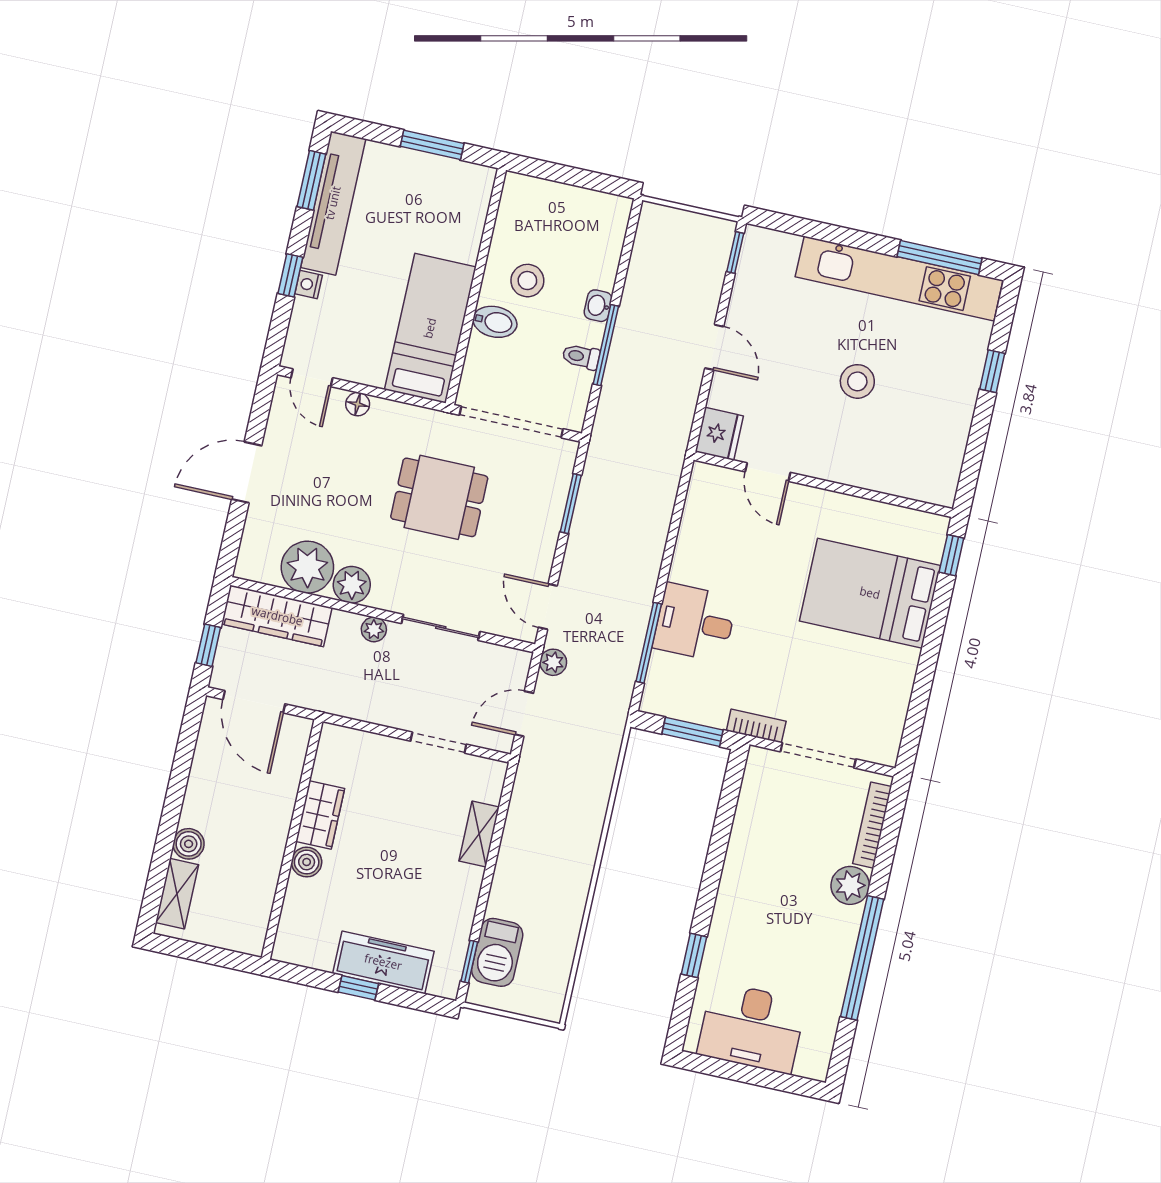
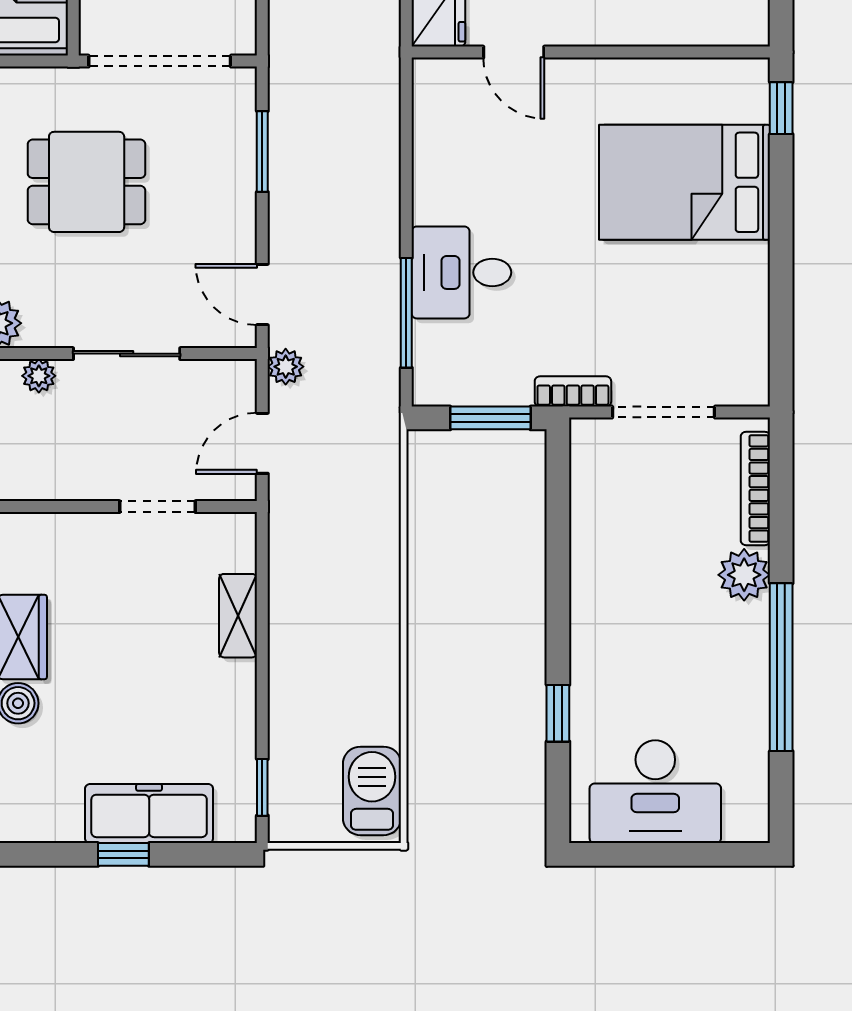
barbecue: (497, 952) -> (372, 791), moved, turned 180

